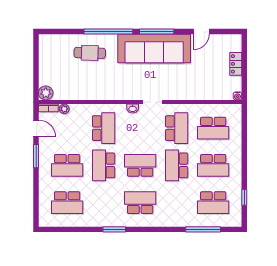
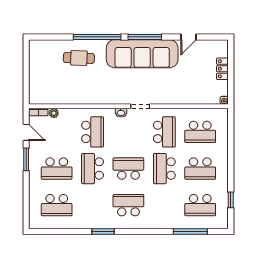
plant: (46, 93) -> (36, 97), removed

